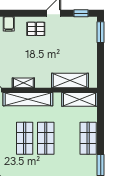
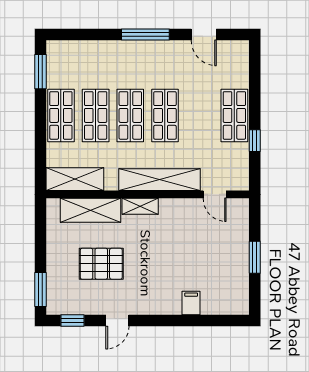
pallet: (36, 29) -> (101, 264), moved, width x1.50, depth x1.42
shelving: (23, 83) -> (140, 206), moved
shop shelf: (67, 138) -> (96, 115), added

